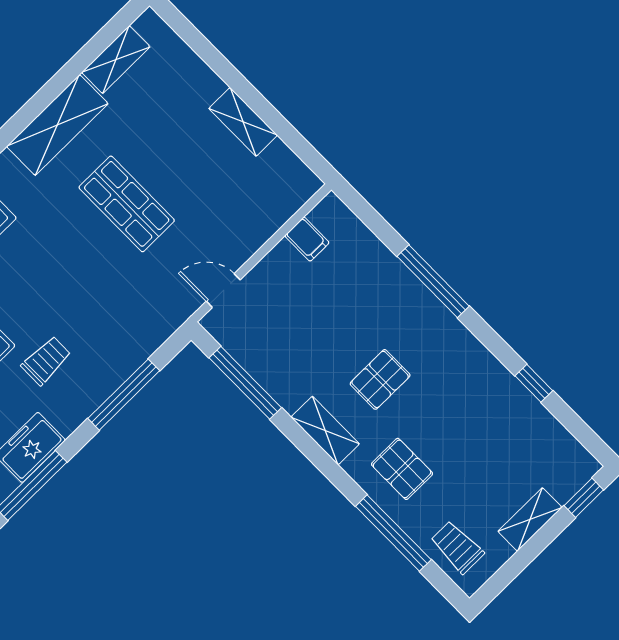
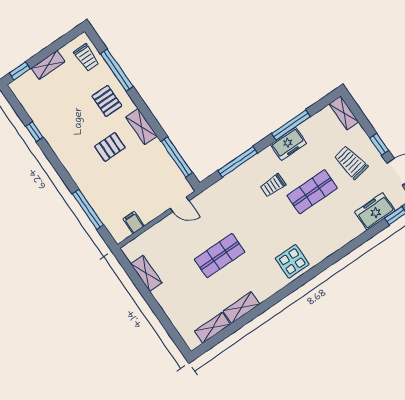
shelving: (243, 122) -> (146, 273), moved
shelving: (57, 125) -> (241, 308), width x0.67, depth x0.75
shop shelf: (127, 204) -> (220, 256), turned 90
window: (433, 281) -> (88, 209), moved

